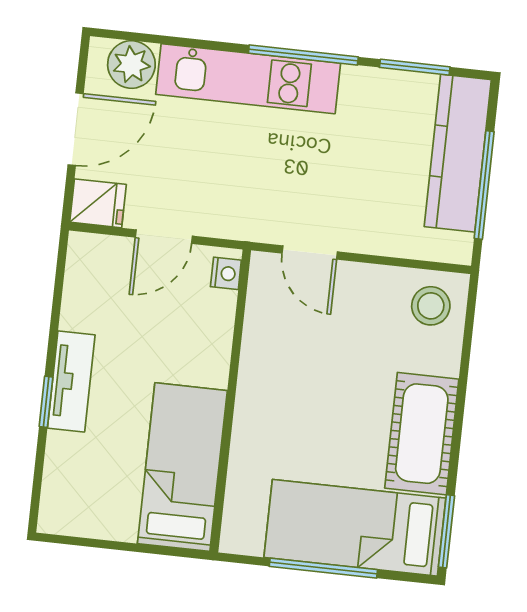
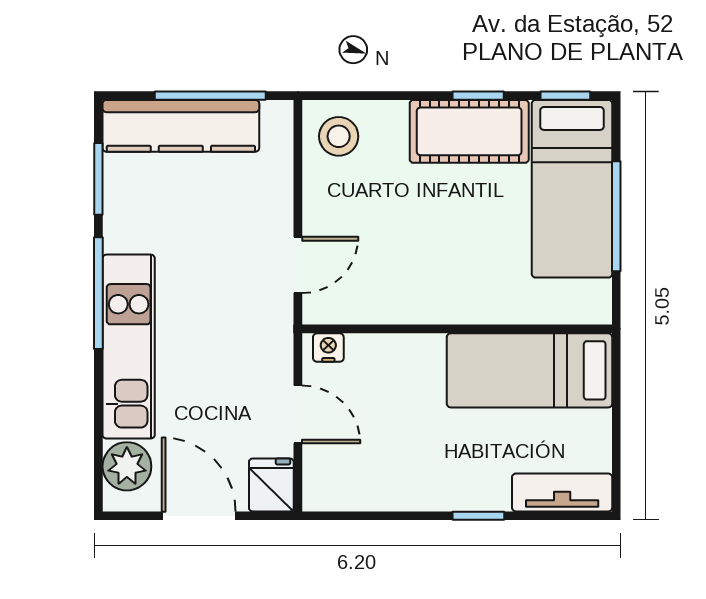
tv unit: (71, 381) -> (562, 492), moved
window: (456, 446) -> (478, 96), added
window: (447, 531) -> (565, 96), width x0.67

